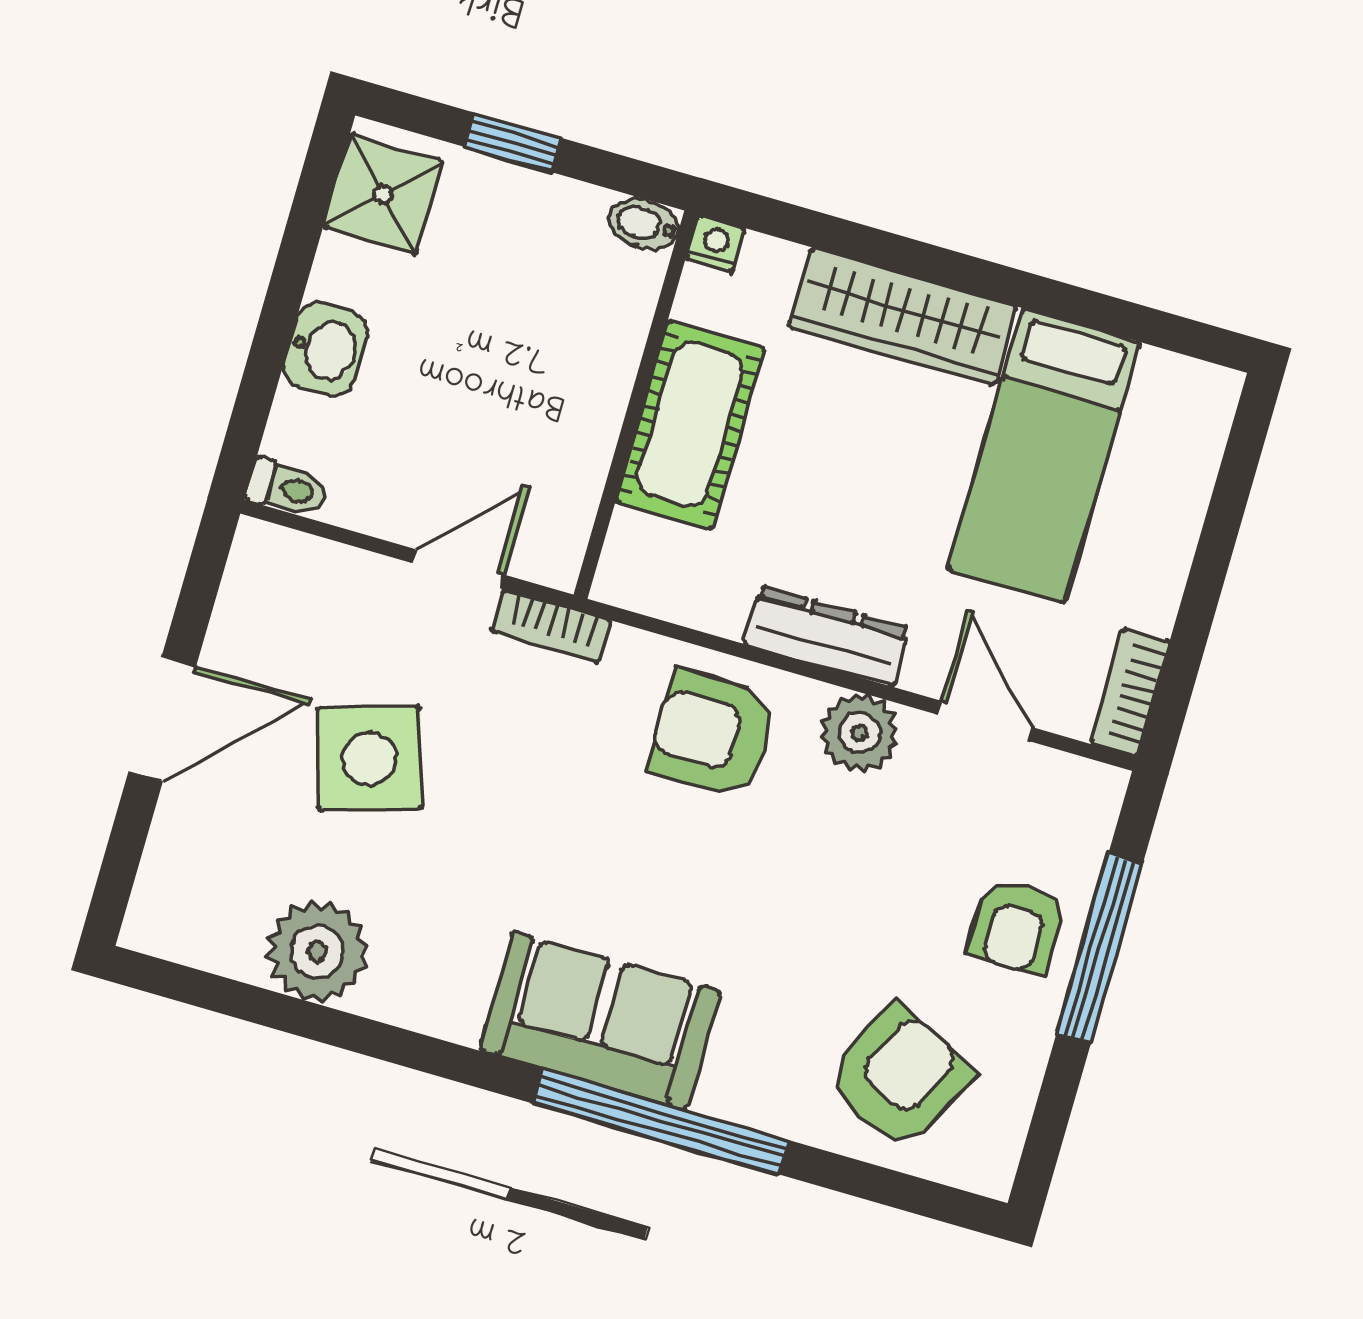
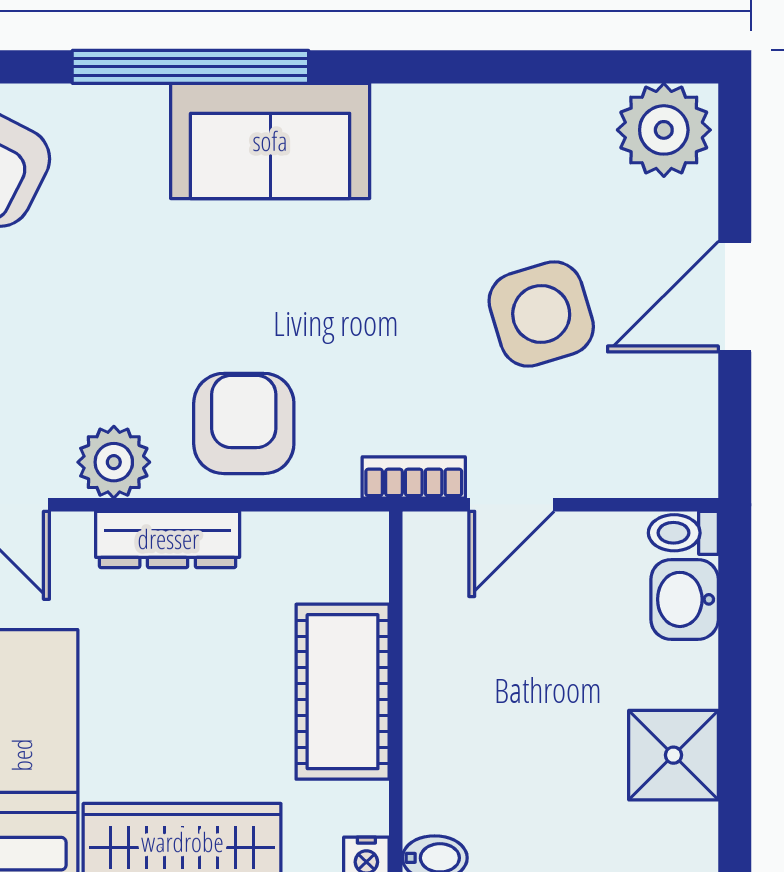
shower: (383, 194) -> (673, 755), moved
washbasin: (326, 349) -> (685, 599), moved
armchair: (712, 734) -> (244, 423), turned -90
plant: (317, 951) -> (664, 130), moved

